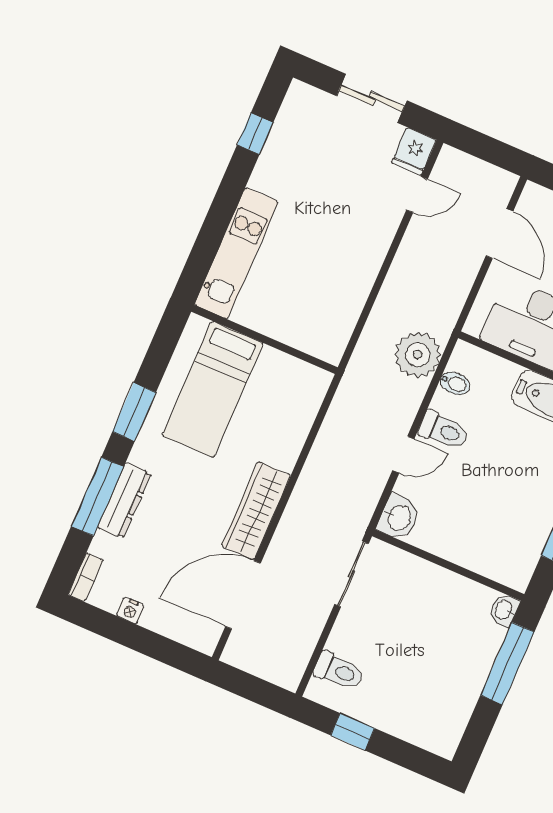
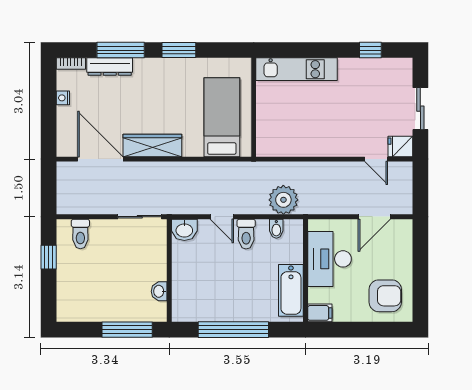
bed: (213, 389) -> (222, 117), moved, turned 90
dresser: (124, 500) -> (110, 67), moved
washbasin: (504, 610) -> (159, 291), moved, turned -90

